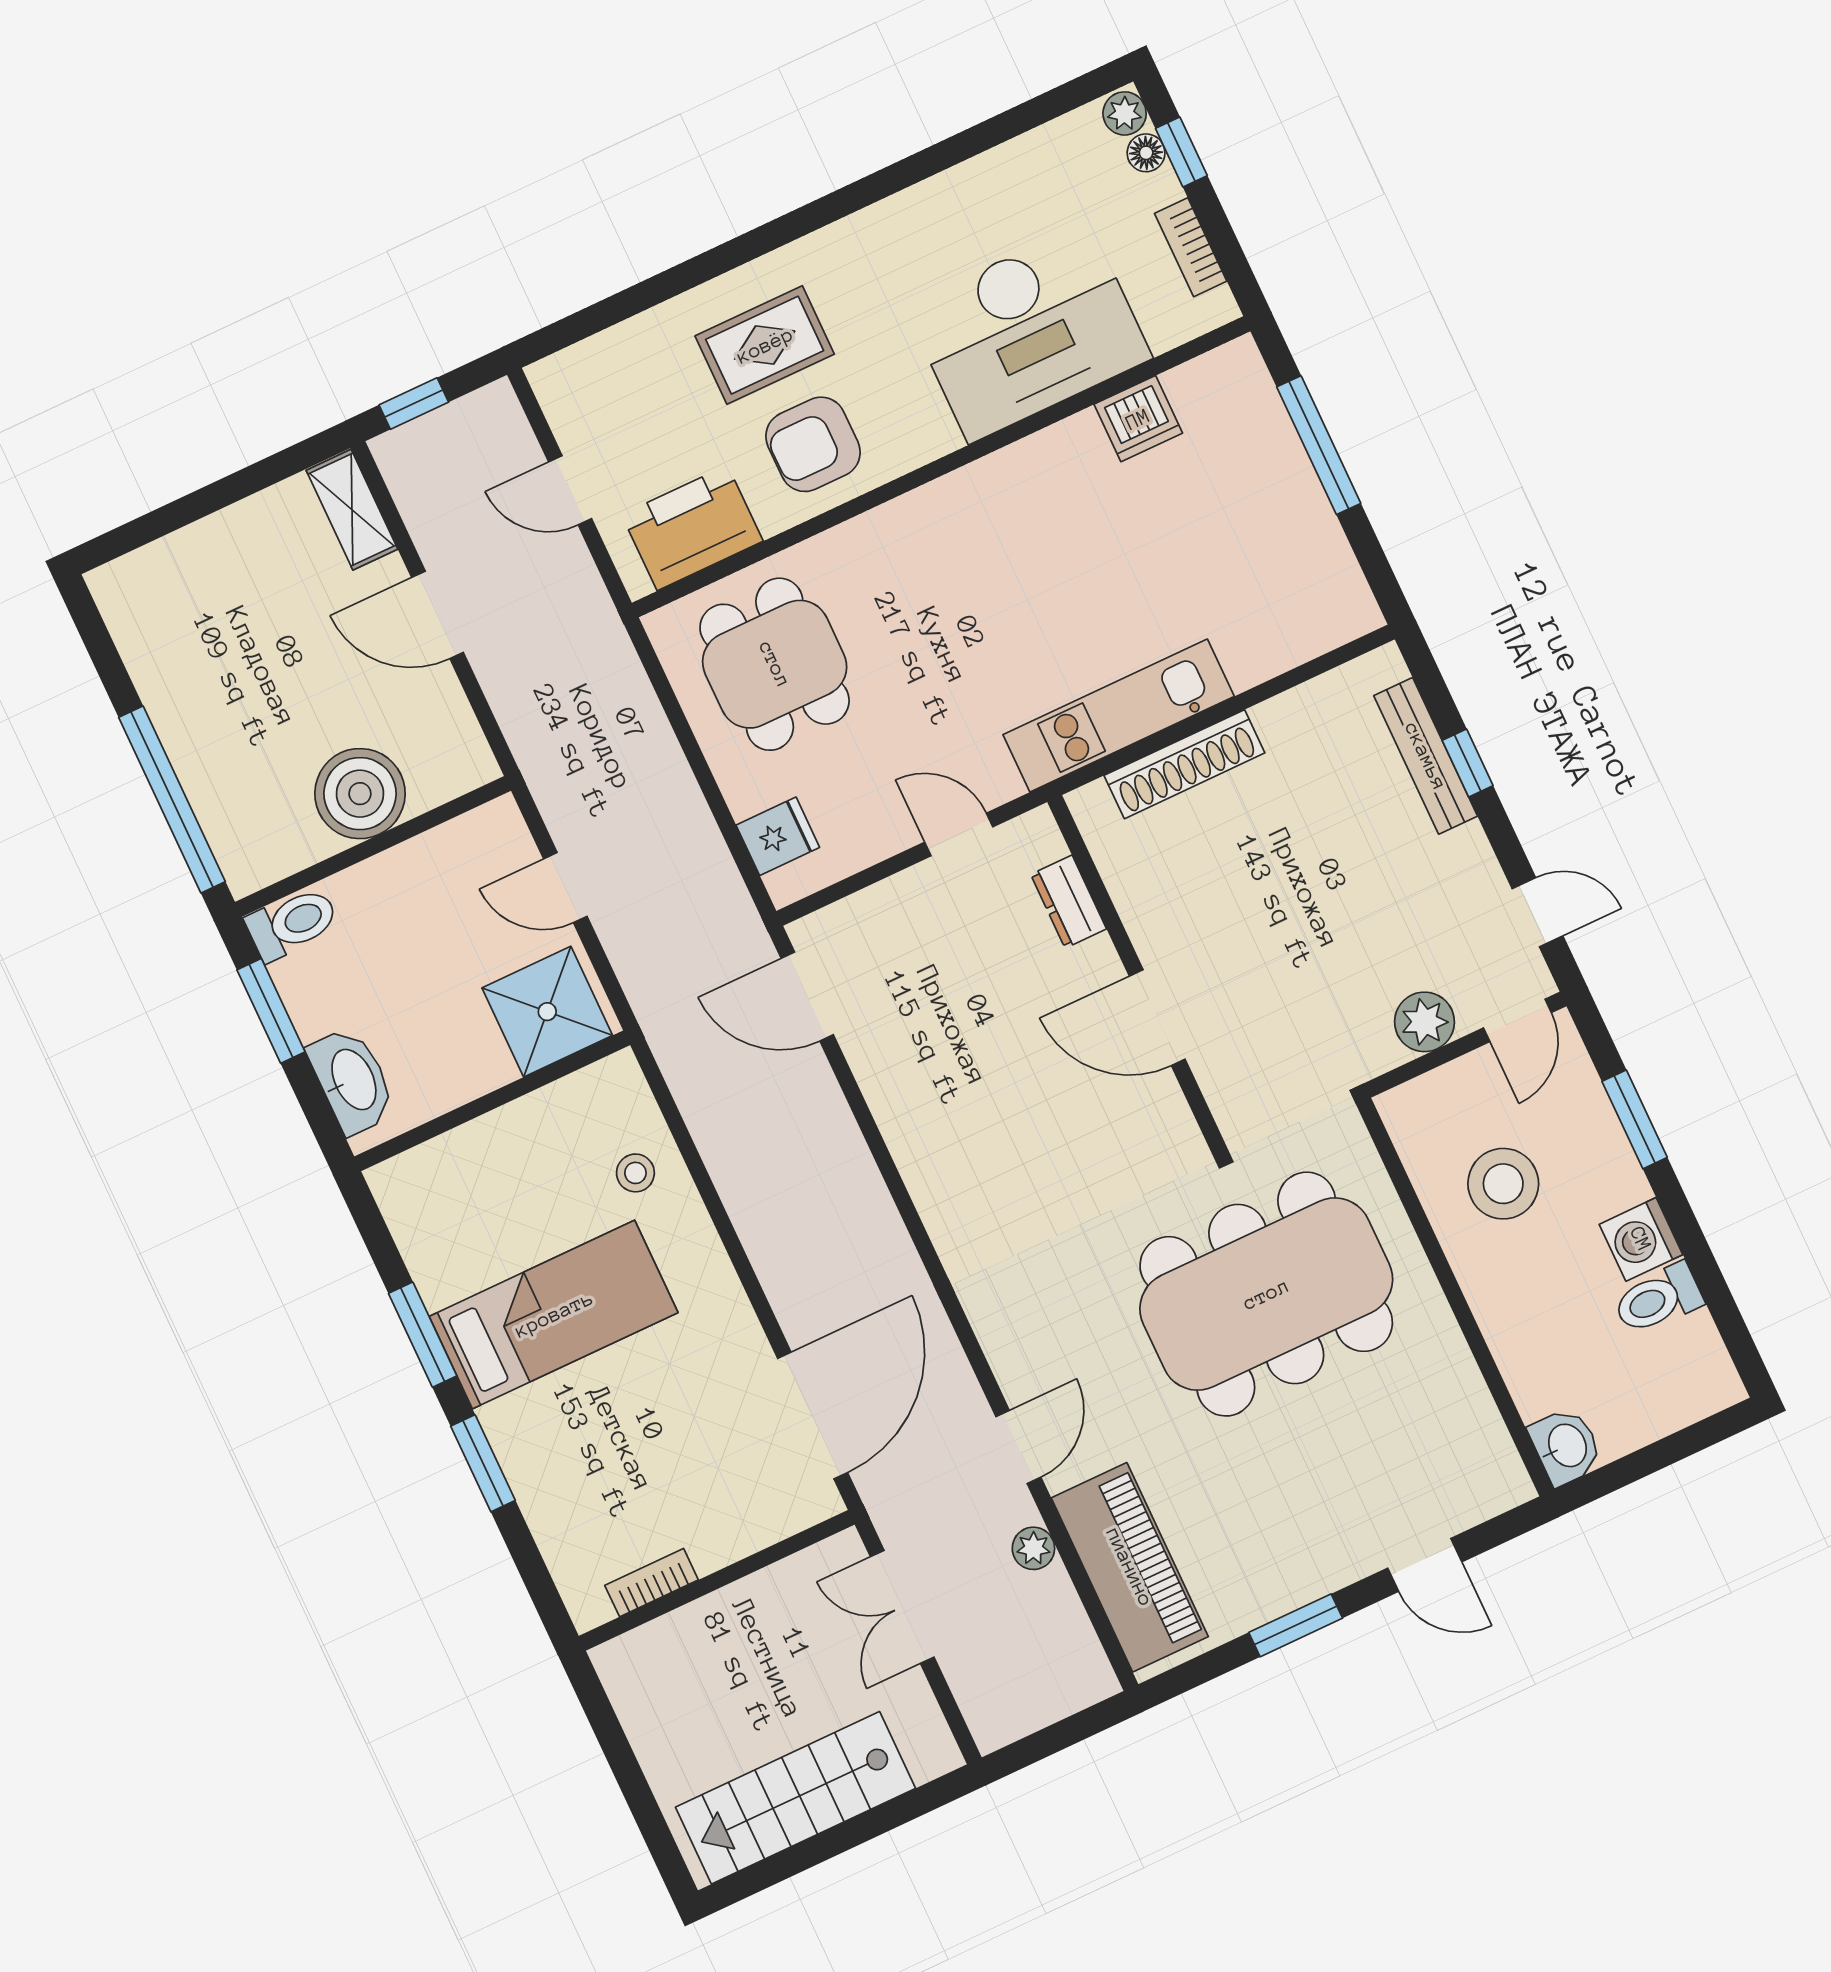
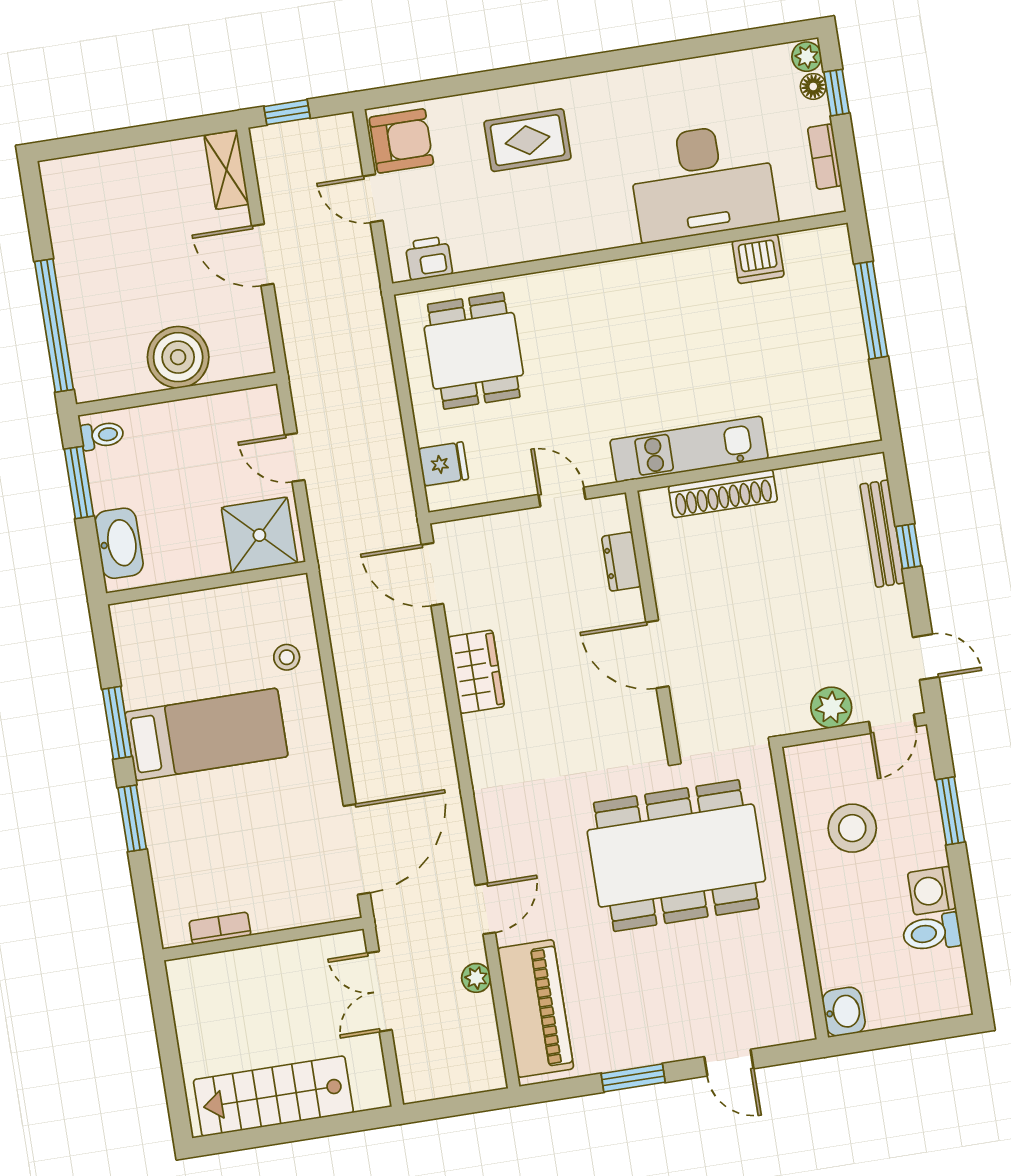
armchair: (813, 444) -> (401, 141), moved, turned 180
printer: (692, 528) -> (429, 258), width x0.53, depth x0.68
toilet: (292, 923) -> (102, 435), width x0.73, depth x0.72
wardrobe: (909, 1116) -> (476, 672), added

